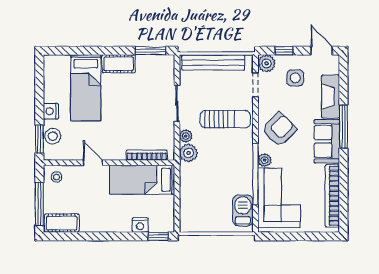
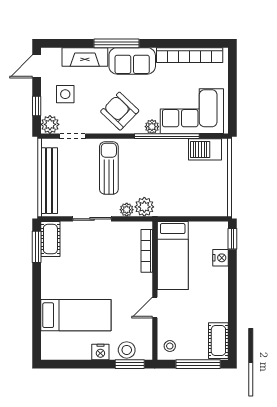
cot: (119, 64) -> (50, 239), moved

